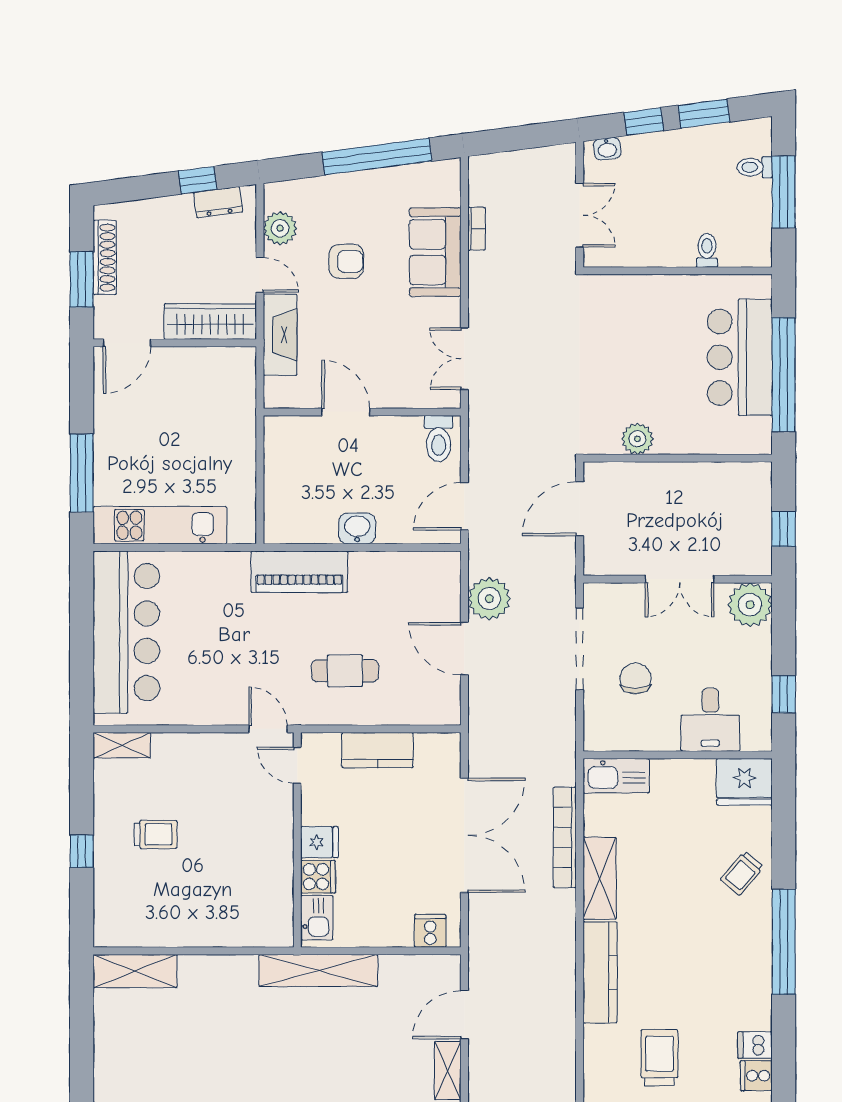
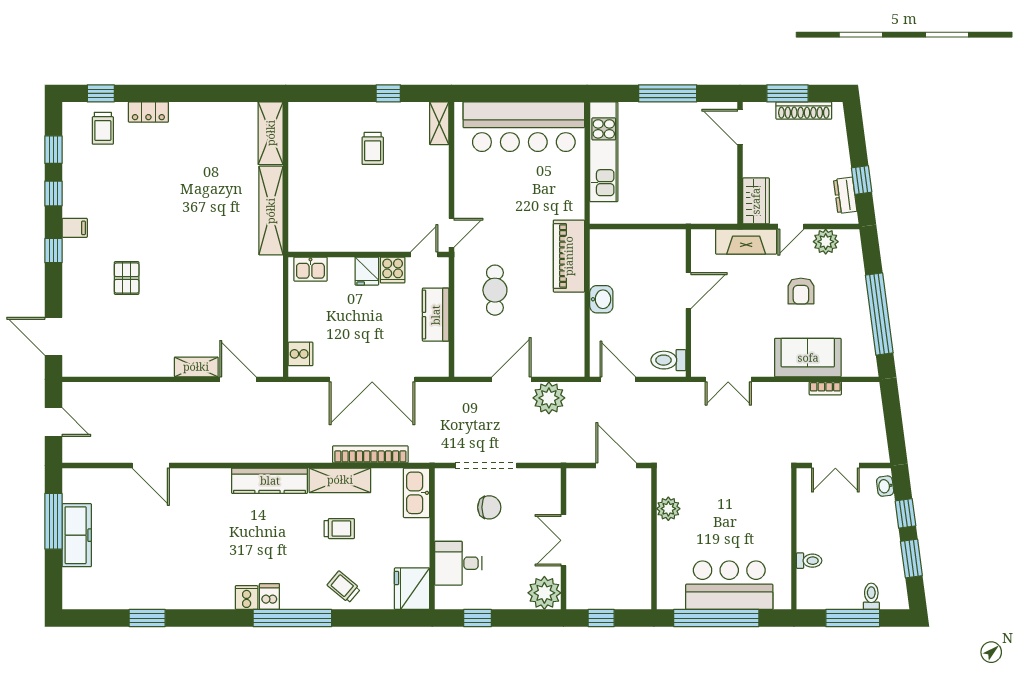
wardrobe: (210, 322) -> (756, 201), width x0.67
double door: (464, 359) -> (728, 379), swing flipped
window: (82, 473) -> (668, 93), moved
doorway: (580, 649) -> (486, 466), moved
window: (82, 851) -> (388, 93), moved
cooker: (318, 877) -> (393, 270), moved
shelving: (318, 970) -> (271, 211), moved
dishwasher: (755, 1045) -> (269, 597), moved
trolley: (660, 1058) -> (339, 529), moved, width x0.73, depth x0.72
cooker: (756, 1076) -> (247, 598), moved

